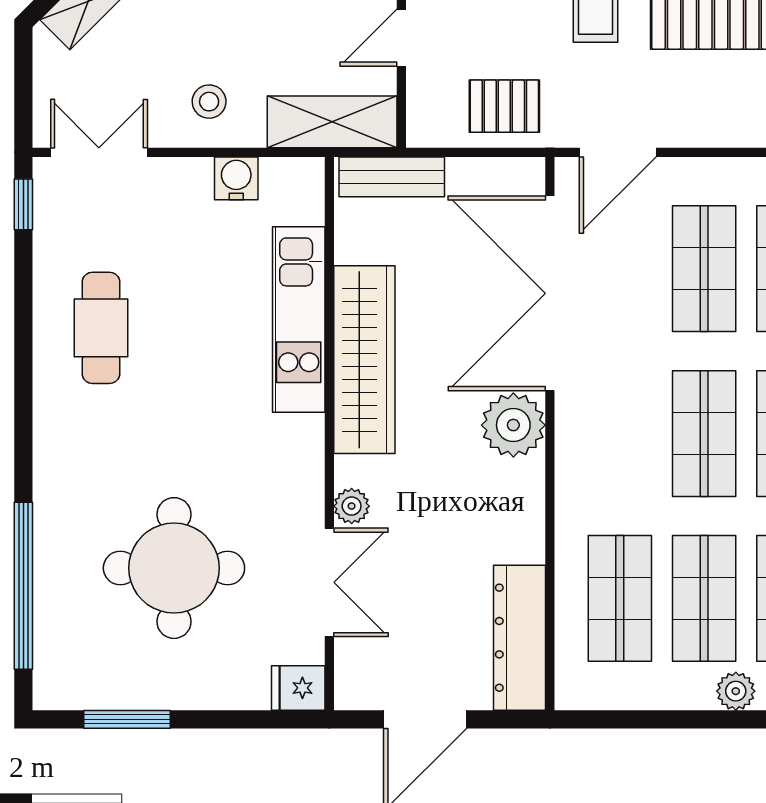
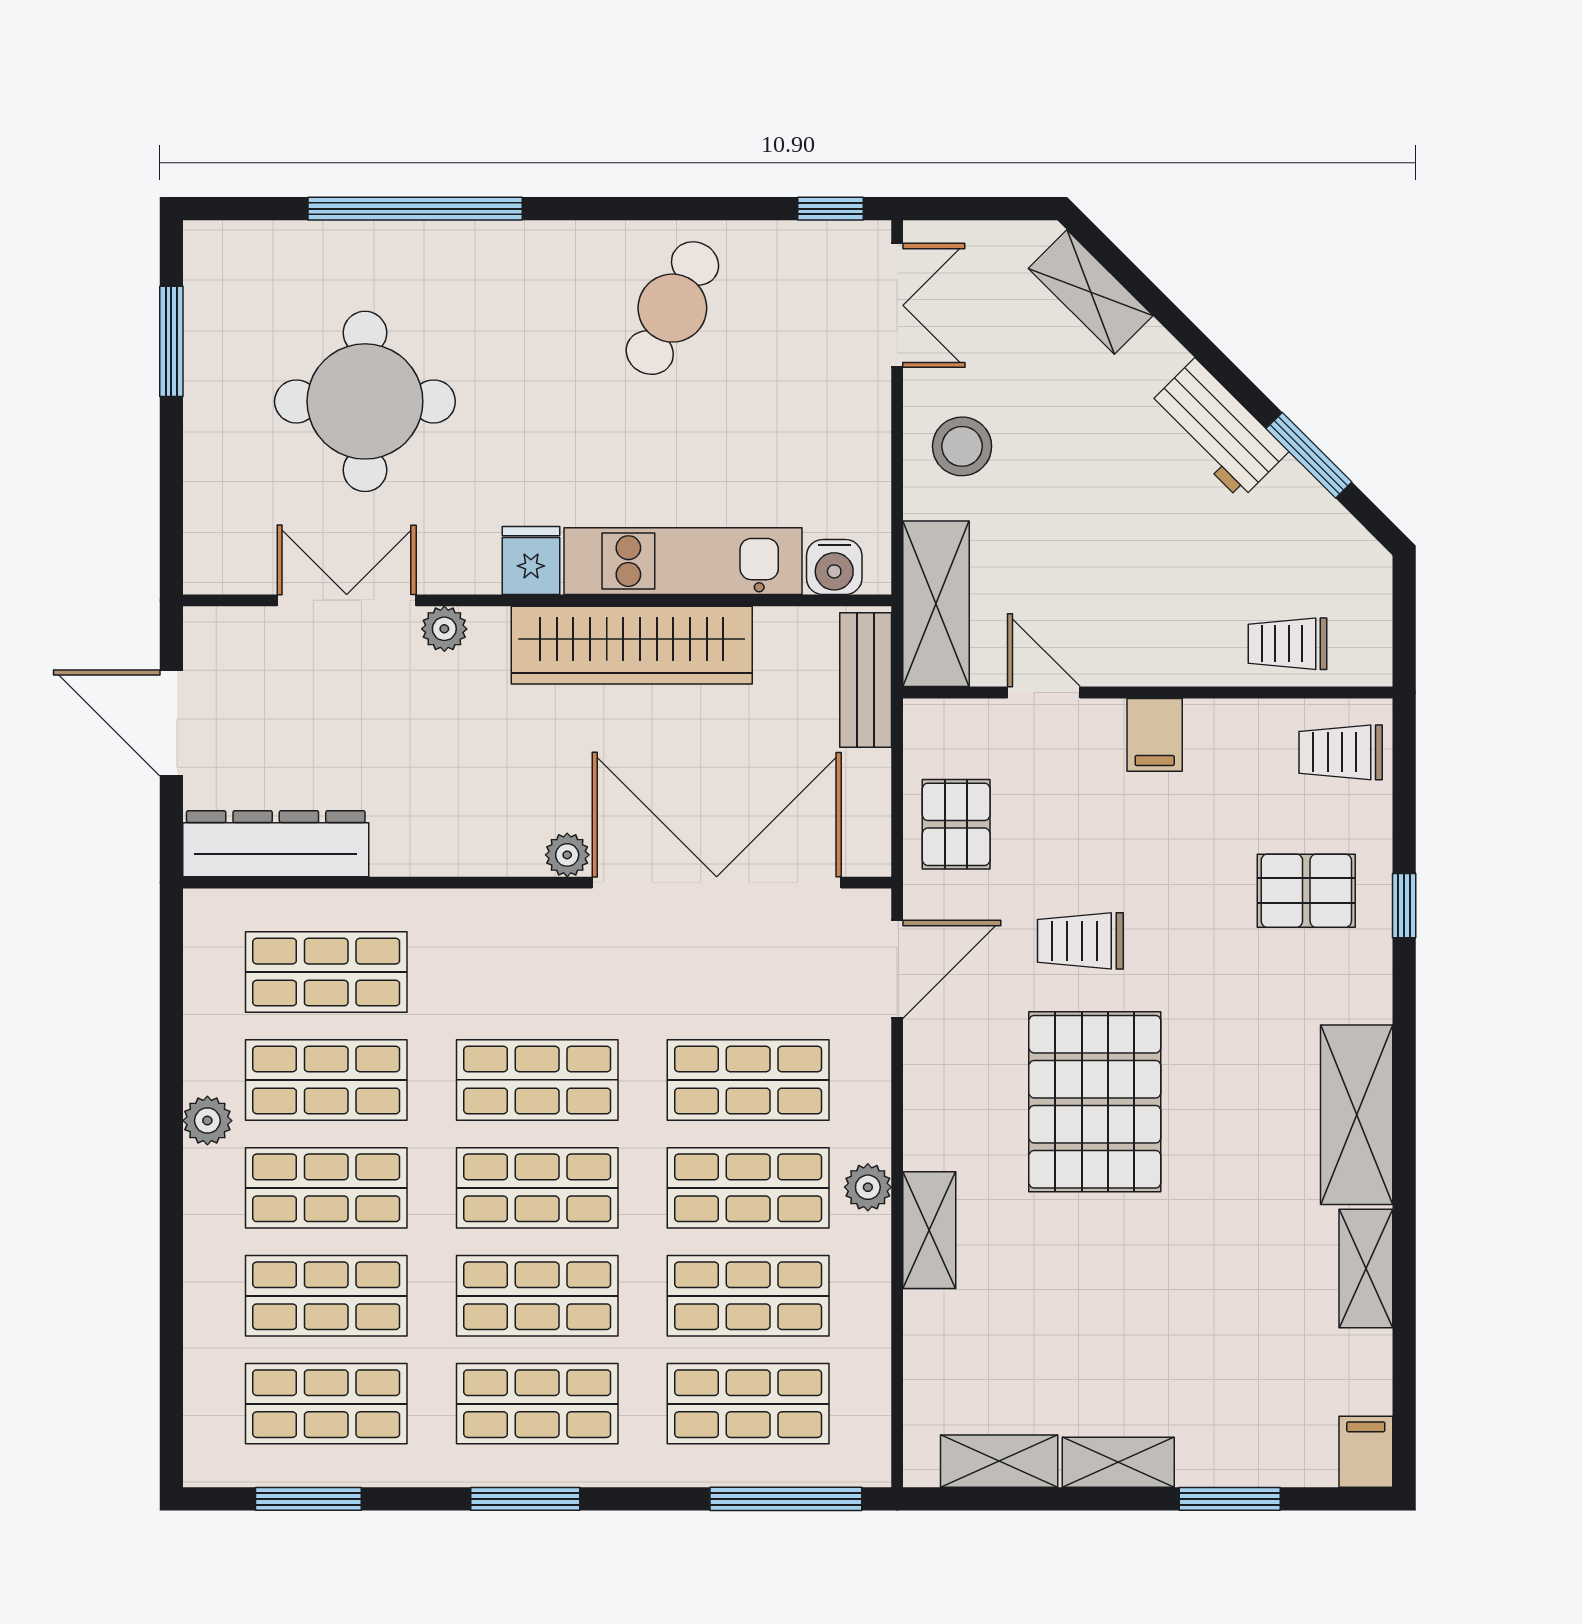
stool: (209, 102) -> (962, 446), width x1.37, depth x1.37
door: (618, 152) -> (897, 969), swing flipped
water cooler: (236, 178) -> (834, 567), moved, turned 90
cafe table: (101, 328) -> (672, 308), turned -63
plant: (513, 425) -> (567, 855), width x0.53, depth x0.53
double door: (329, 582) -> (347, 600), swing flipped
window: (23, 586) -> (415, 209), moved
fridge: (298, 688) -> (531, 561), moved

